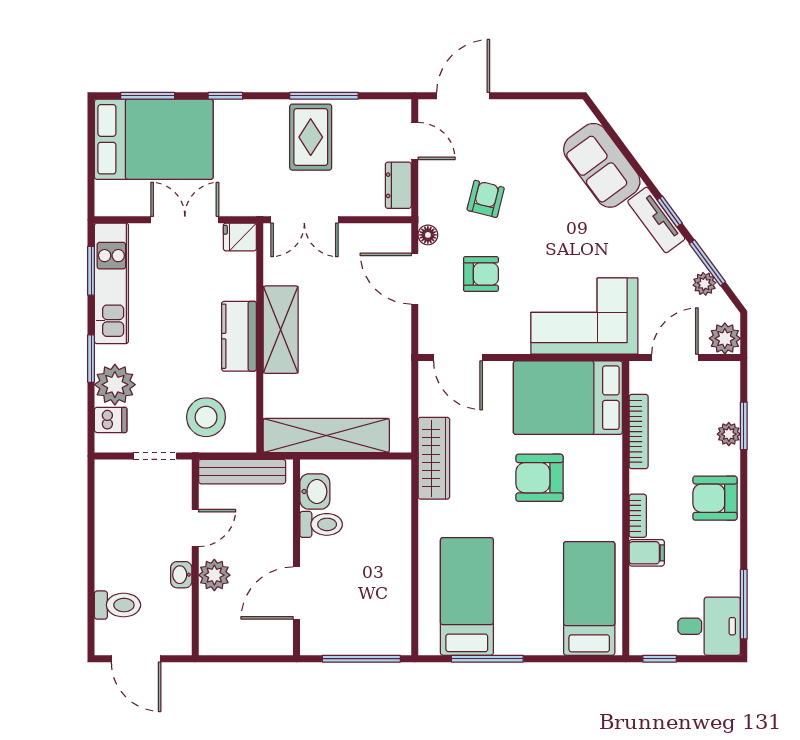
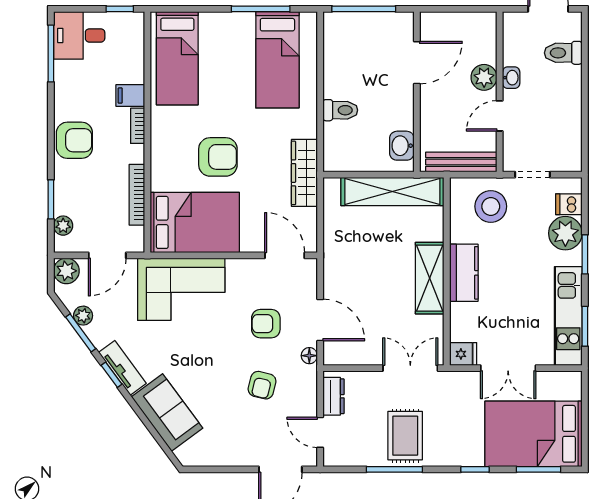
plant: (729, 434) -> (63, 226), moved
toilet: (321, 524) -> (340, 110), moved, turned 180

